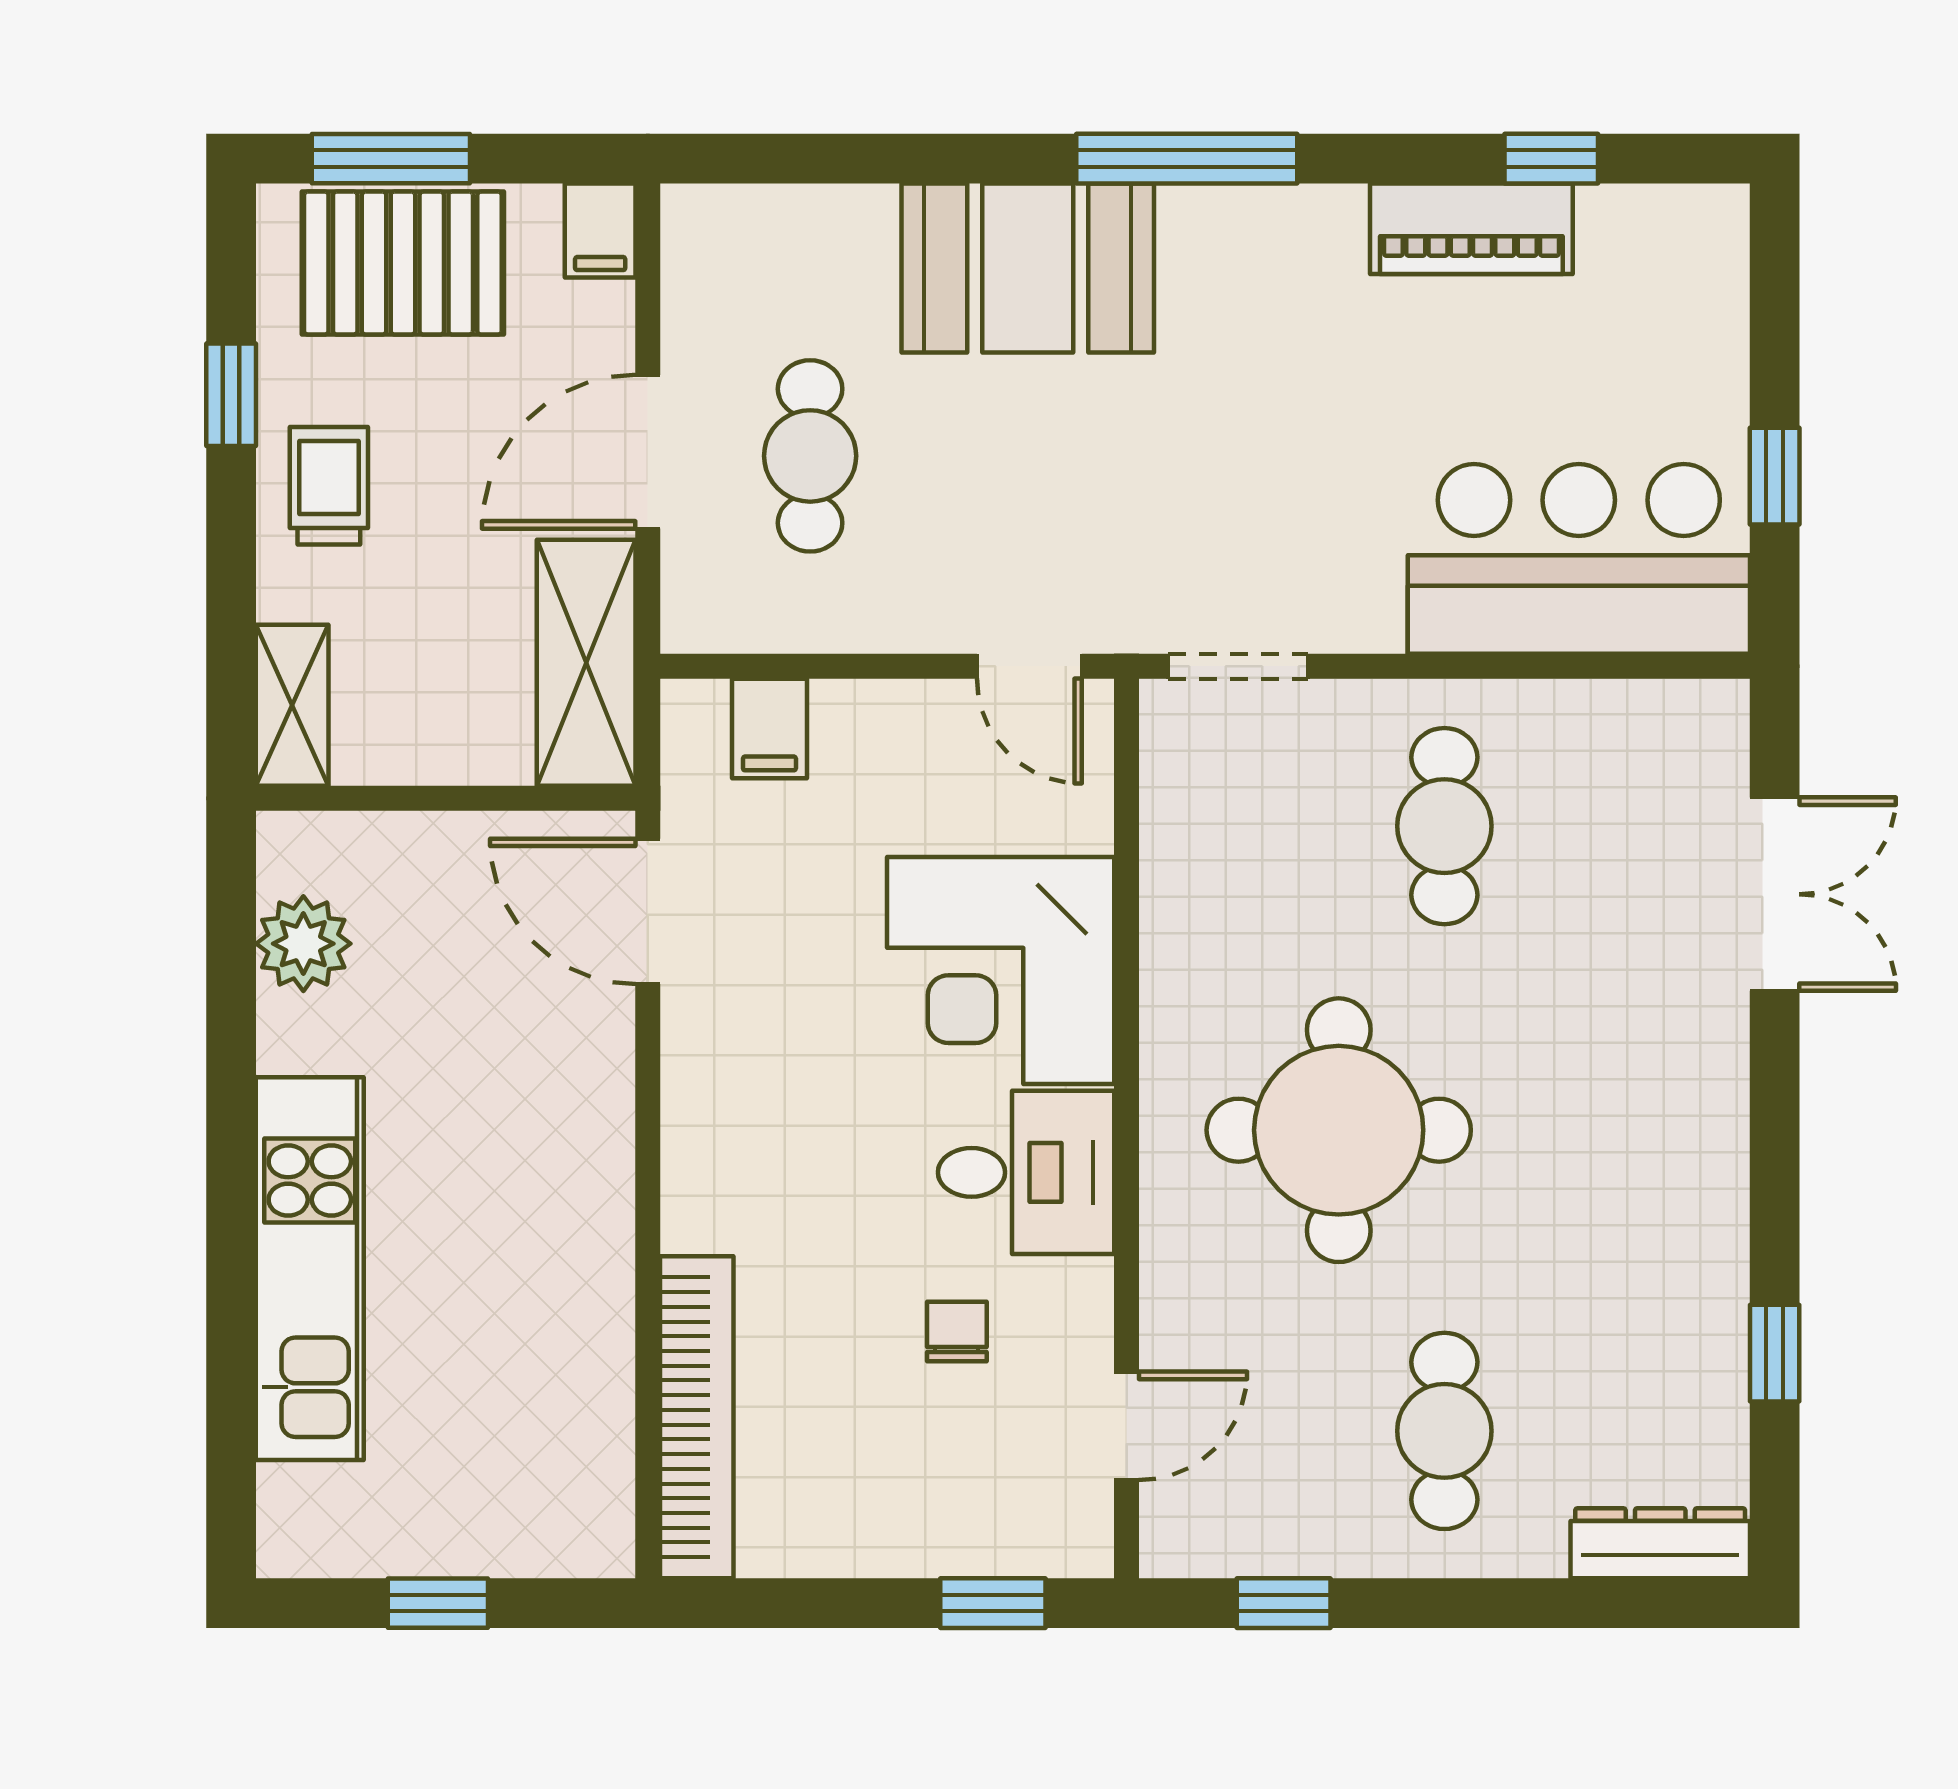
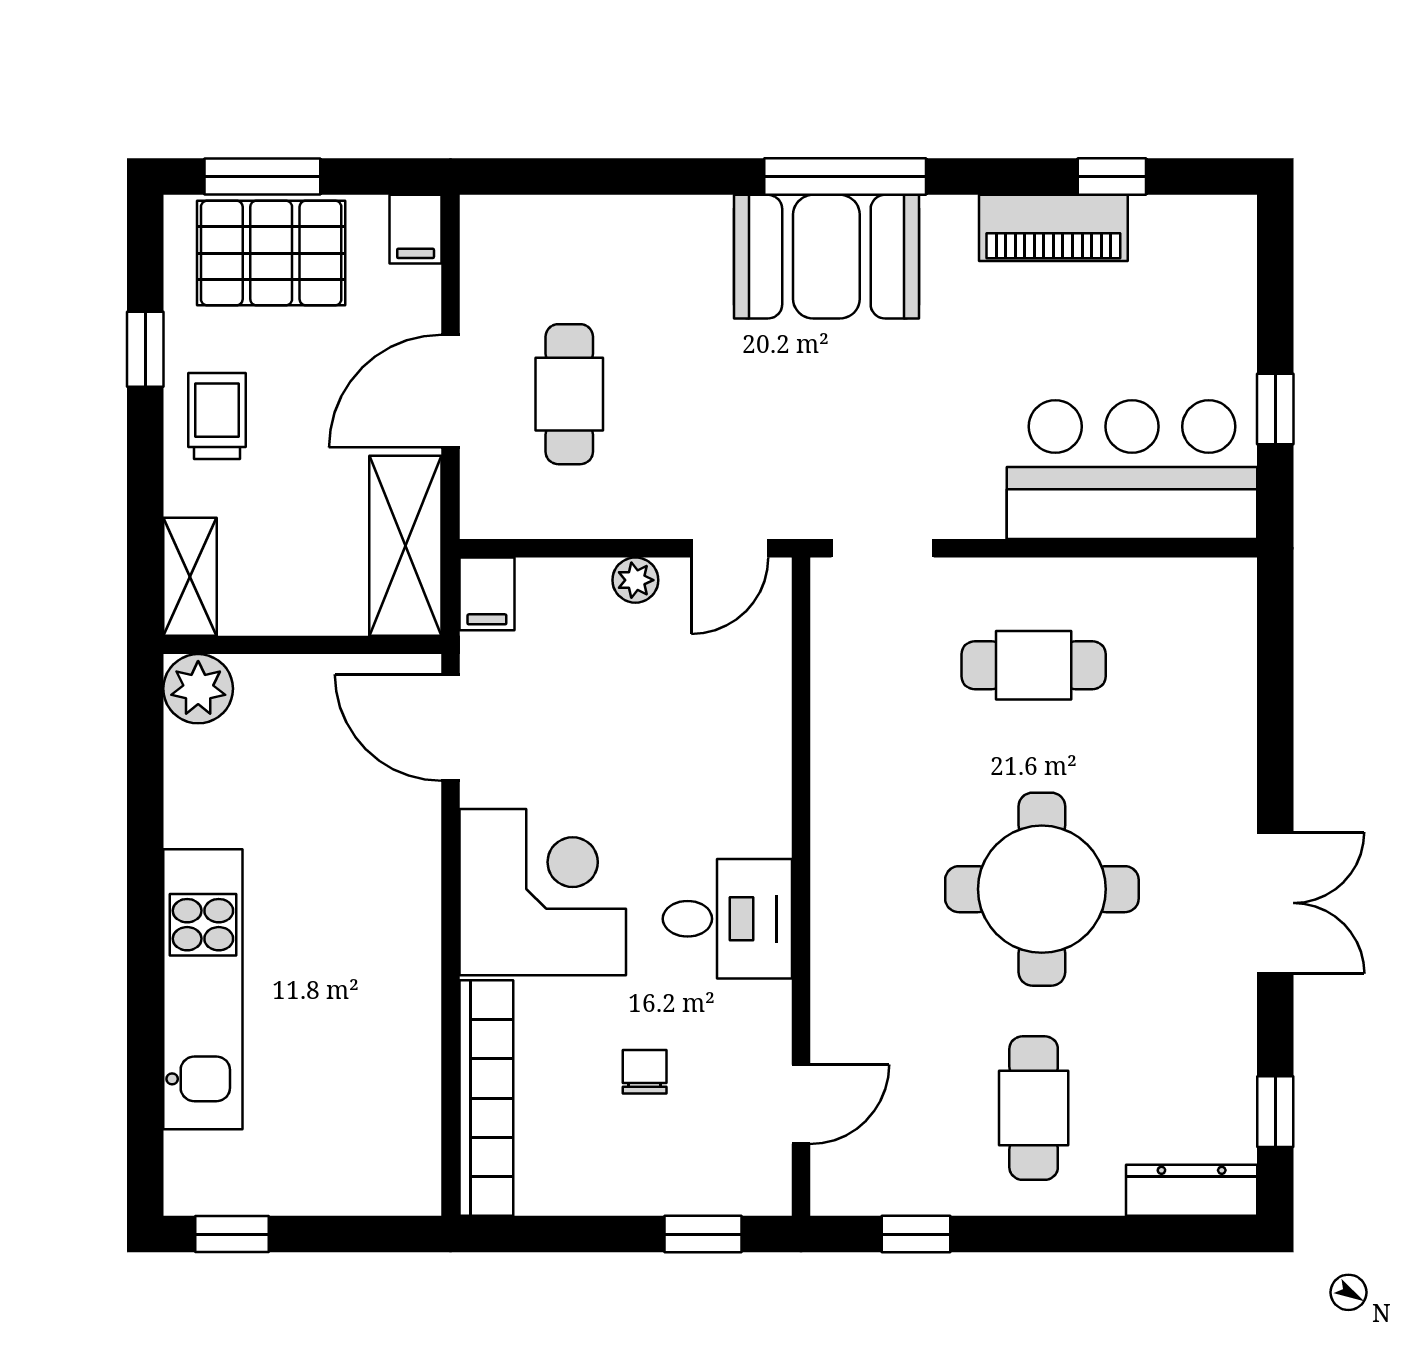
booth: (1028, 268) -> (826, 257), moved
door: (1029, 666) -> (730, 548), hinge flipped
plant: (900, 710) -> (635, 580), added
filing cabinet: (769, 729) -> (487, 594), moved
cafe table: (1444, 826) -> (1034, 665), turned 90
double door: (1775, 894) -> (1275, 903), moved
plant: (303, 944) -> (198, 689), moved
corner desk: (1001, 971) -> (543, 892), moved, turned 180
round table: (1339, 1130) -> (1042, 889), moved
chair: (957, 1331) -> (645, 1072), moved
window: (1775, 1353) -> (1275, 1112), moved
window: (438, 1603) -> (232, 1234), moved

